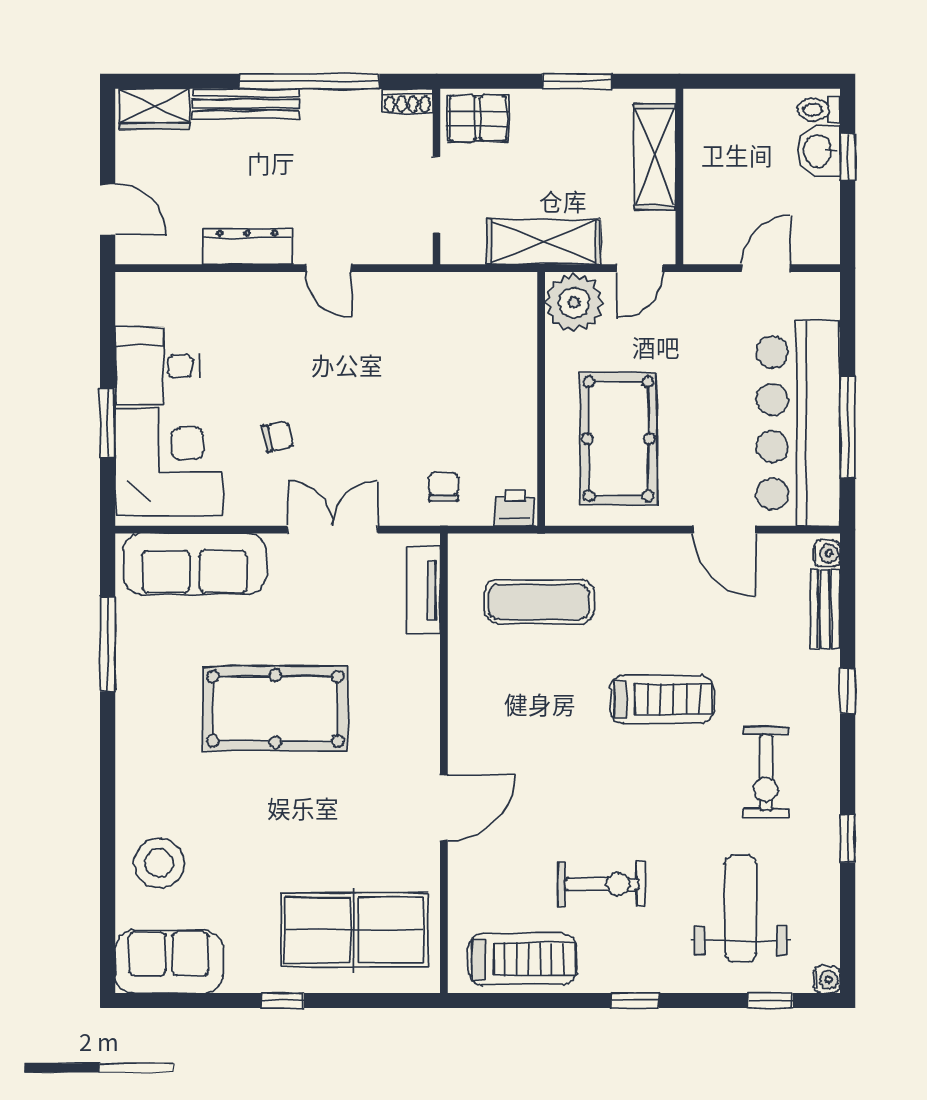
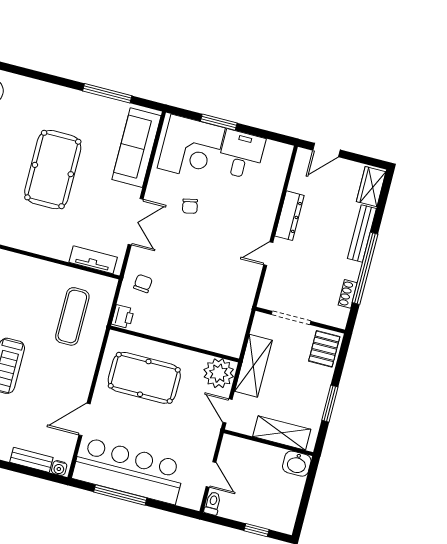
shoe rack: (407, 101) -> (348, 294), moved
toilet: (819, 110) -> (213, 503), moved
washbasin: (819, 151) -> (297, 464), moved, turned 180
chair: (444, 486) -> (143, 283), turned -85

